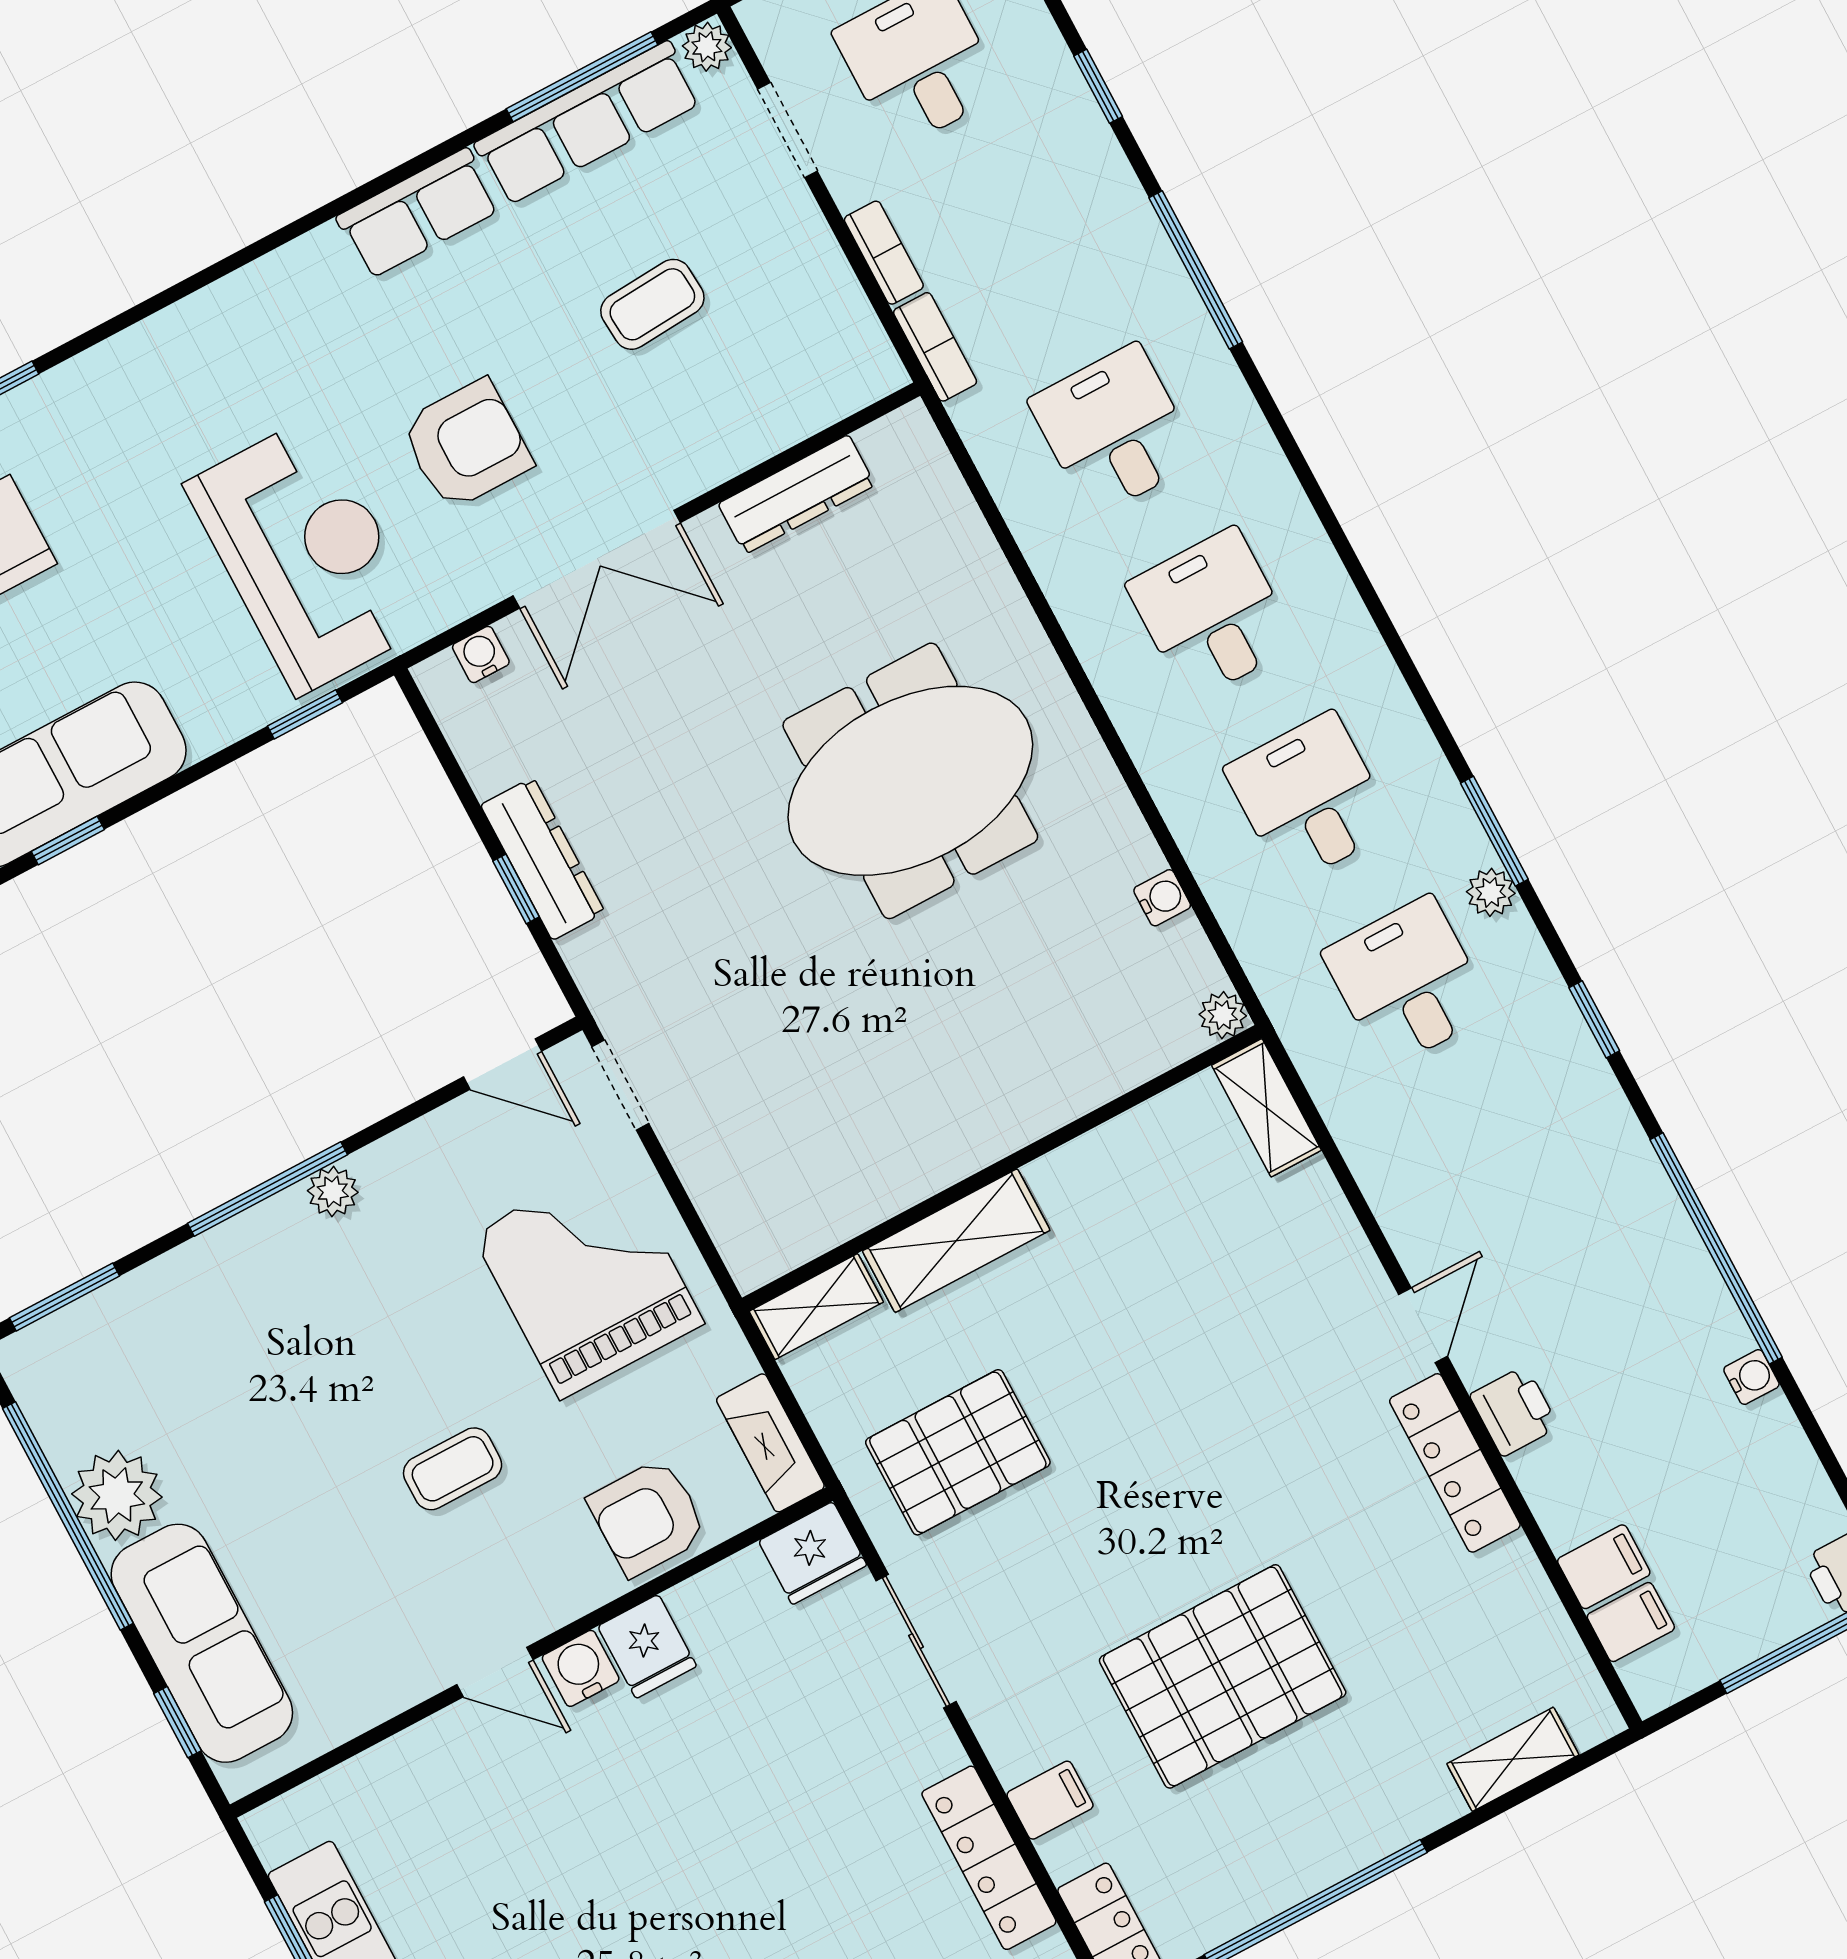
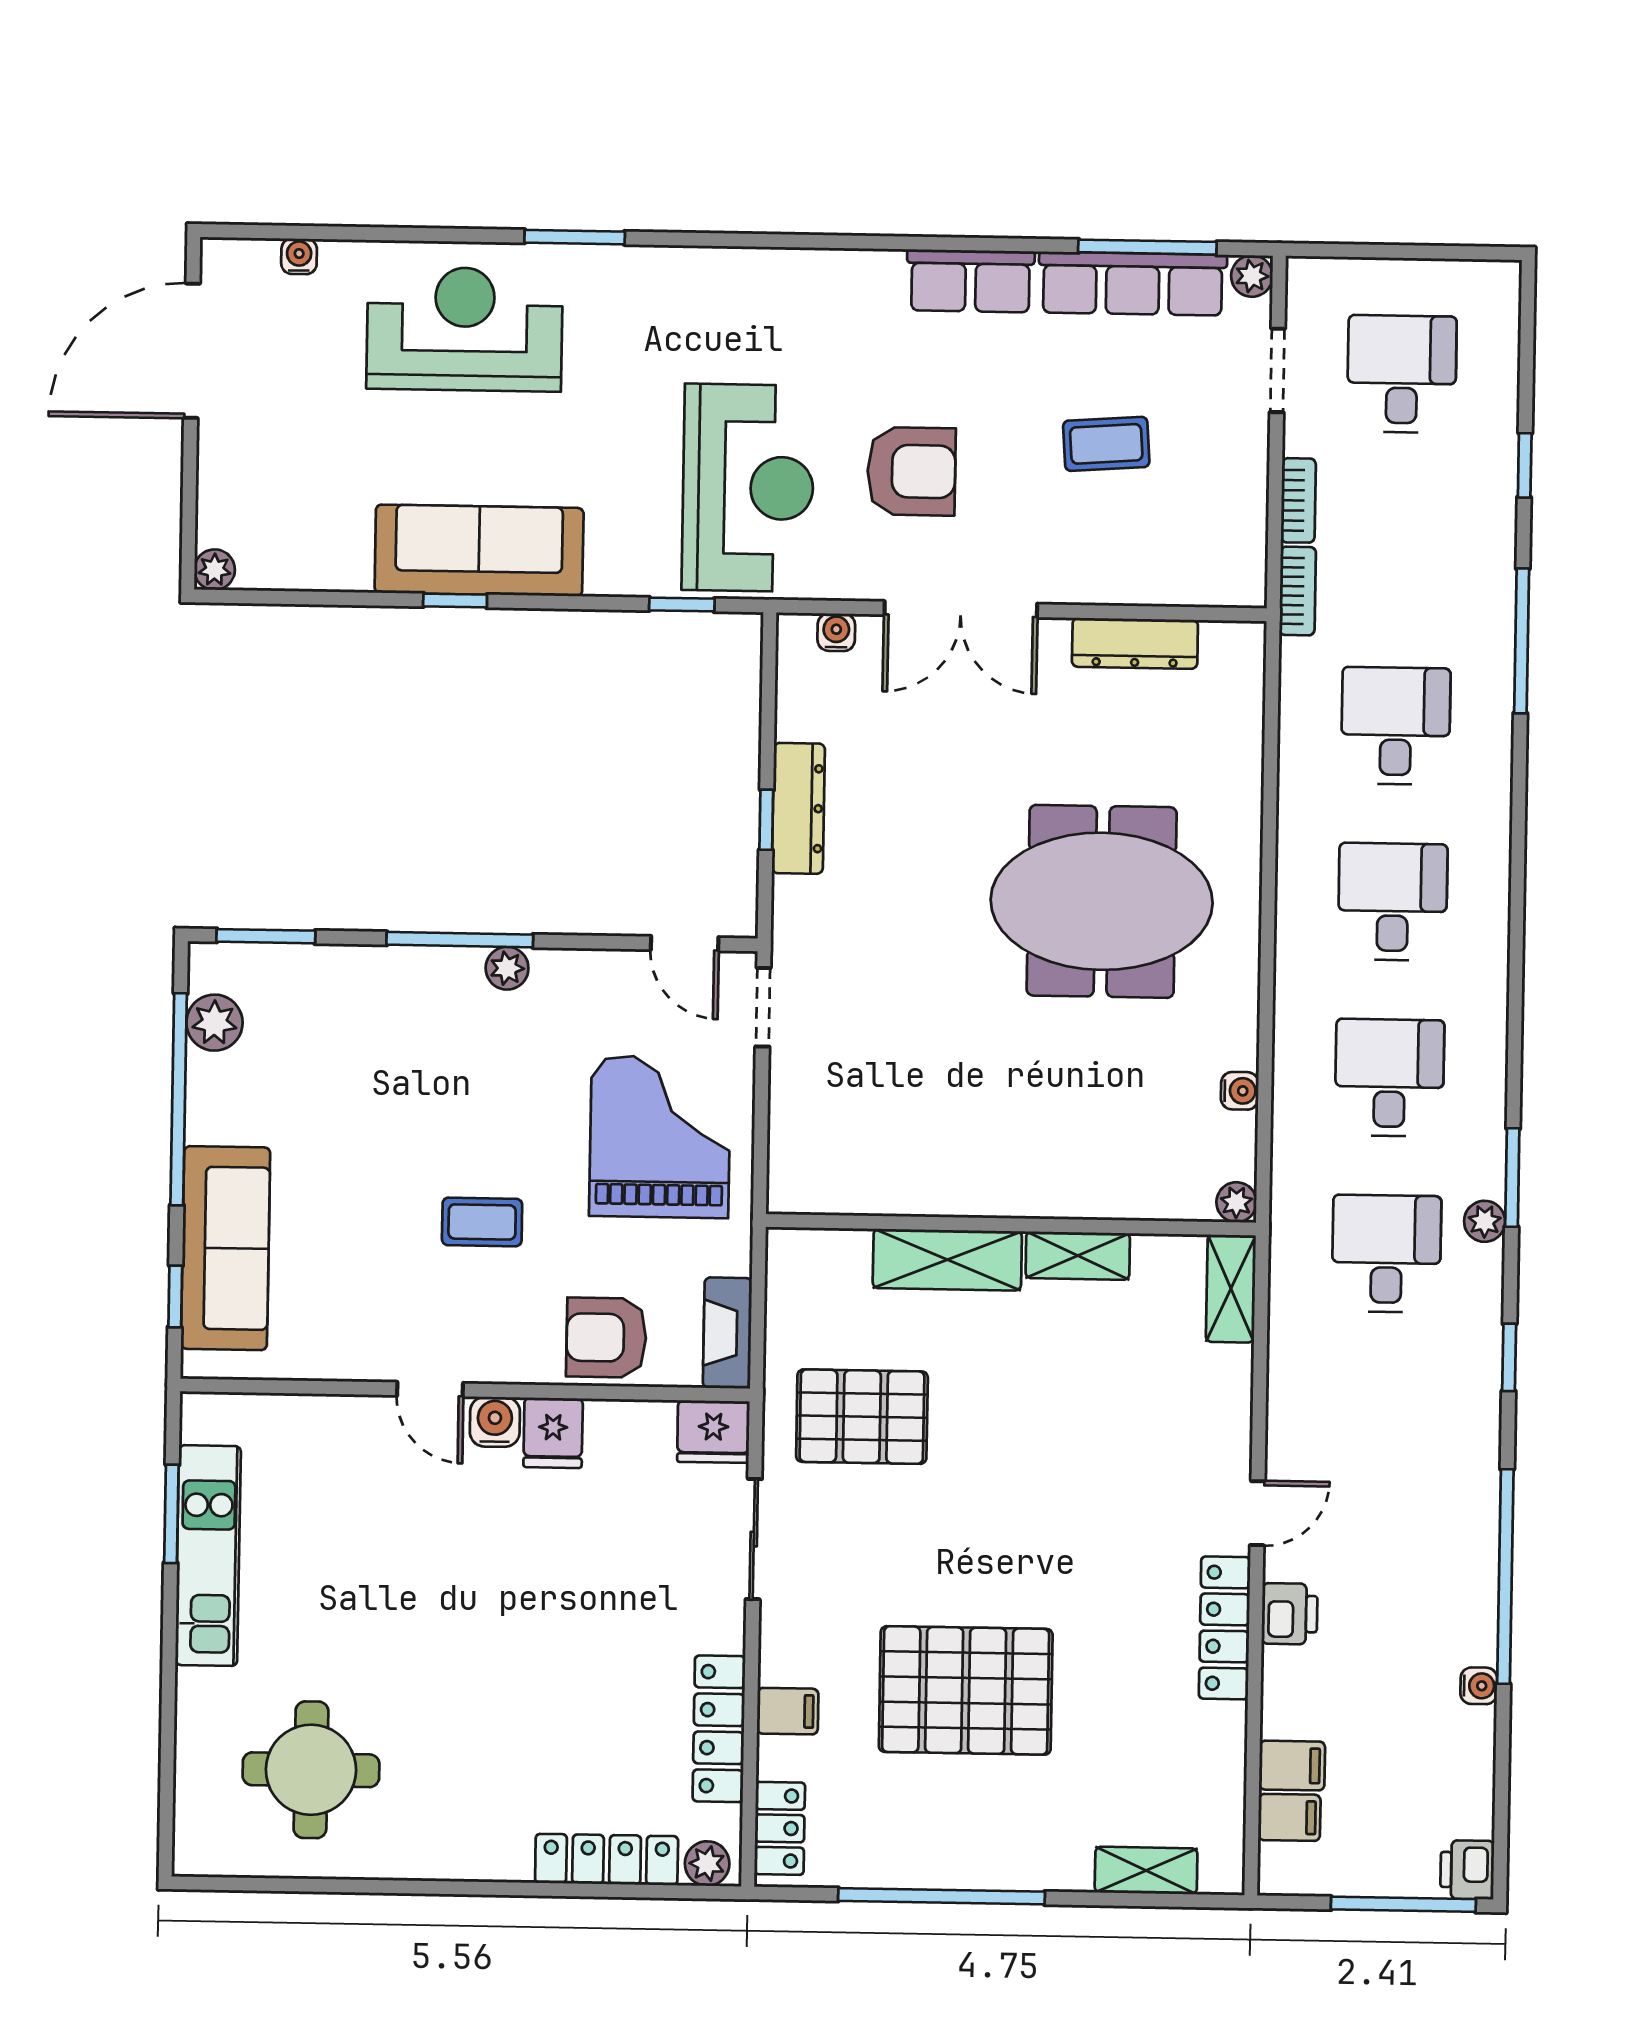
shelving: (816, 1307) -> (1078, 1256), moved
plant: (117, 1495) -> (214, 1023), moved, width x0.73, depth x0.73

